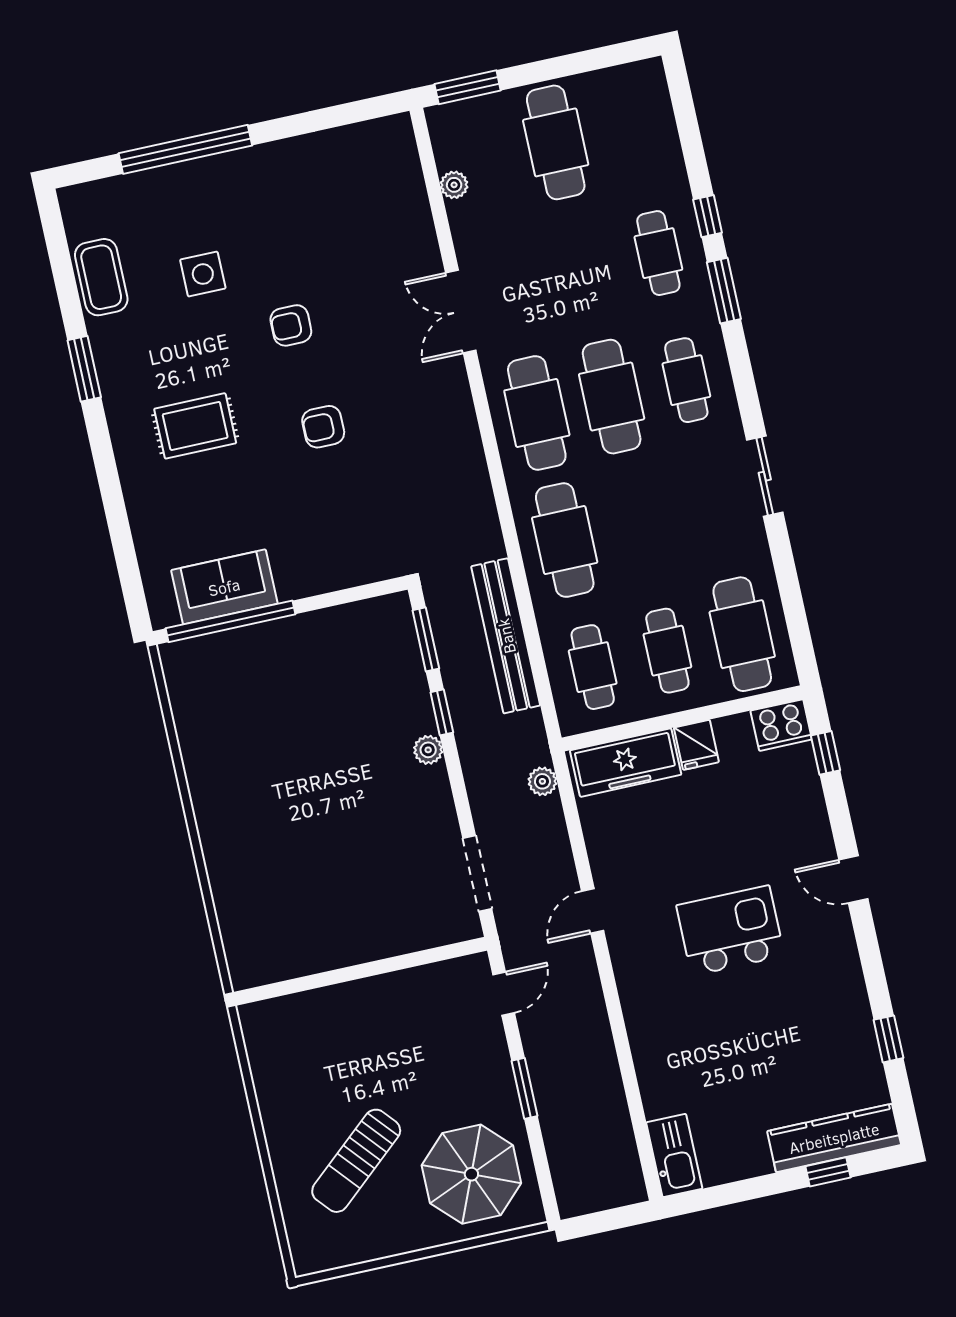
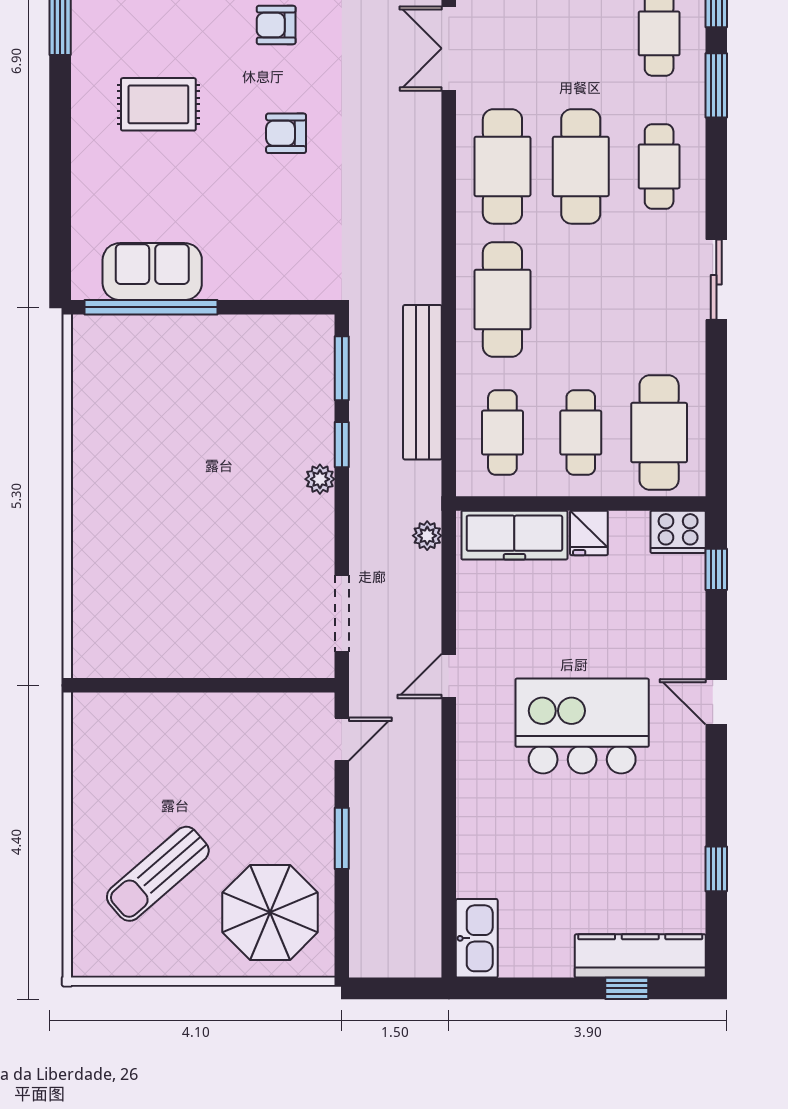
kitchen island: (730, 931) -> (582, 726), width x1.37, depth x1.28

